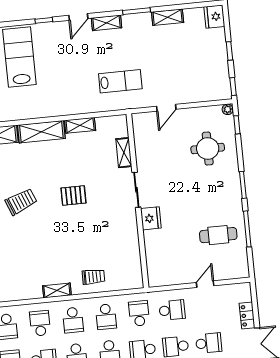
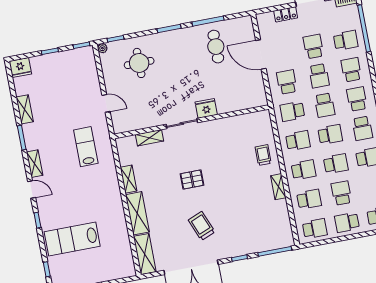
pallet: (73, 195) -> (192, 180), turned 90
door: (205, 284) -> (261, 54), width x1.88
school desk: (40, 323) -> (309, 199), turned 180

